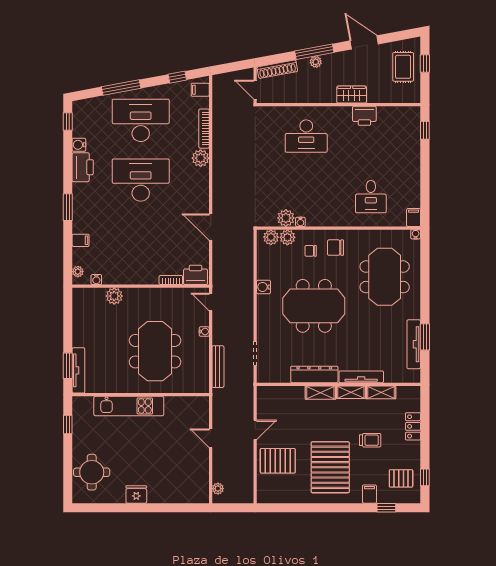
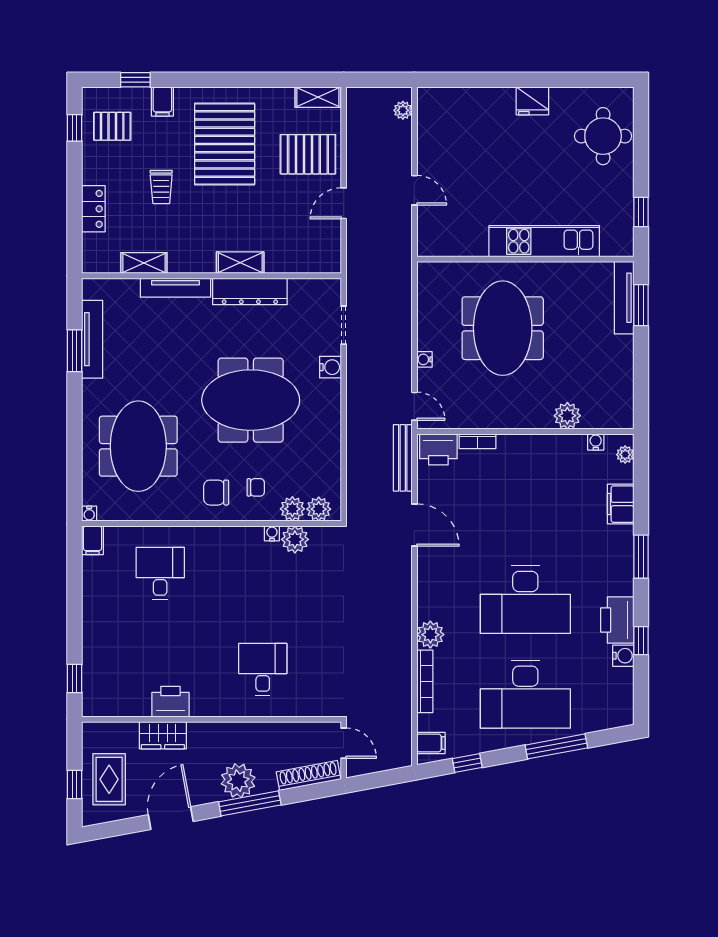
door: (364, 42) -> (171, 818), swing flipped
plant: (316, 62) -> (238, 781), width x1.87, depth x1.87
wardrobe: (352, 95) -> (163, 735), moved
window: (68, 122) -> (641, 641), moved
desk: (306, 136) -> (263, 669), width x0.73
filing cabinet: (81, 240) -> (621, 504), width x2.00
chair: (336, 248) -> (216, 493), turned 180
water cooler: (264, 287) -> (330, 367), moved
bench: (218, 367) -> (403, 458), moved
shelving: (351, 392) -> (318, 97), moved
trolley: (370, 440) -> (161, 187), turned -90

